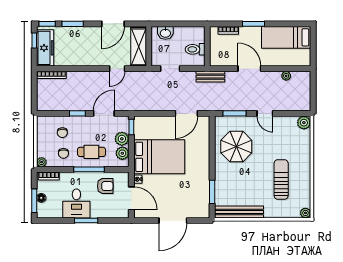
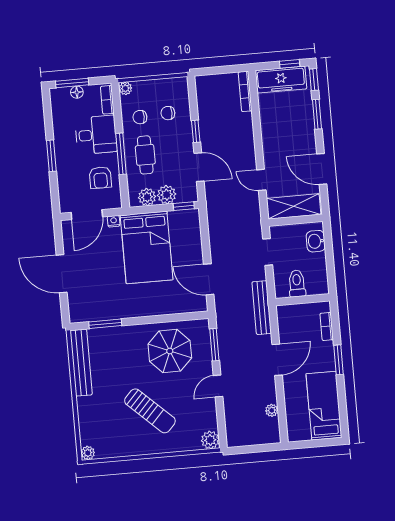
bench: (210, 77) -> (262, 308), width x1.36
sun lounger: (281, 179) -> (150, 411), moved, turned 43
desk: (76, 203) -> (96, 135), moved, turned 180

